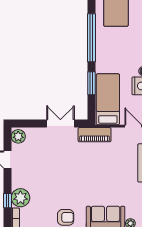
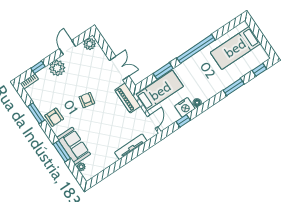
armchair: (70, 175) -> (87, 100), added
plant: (20, 198) -> (57, 68), moved

